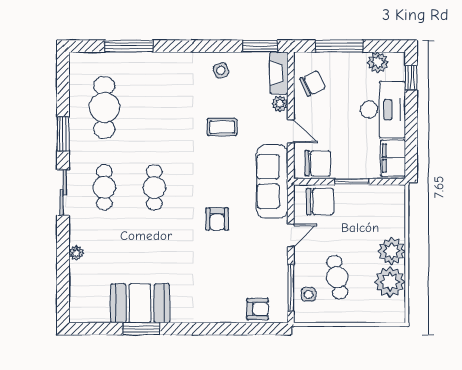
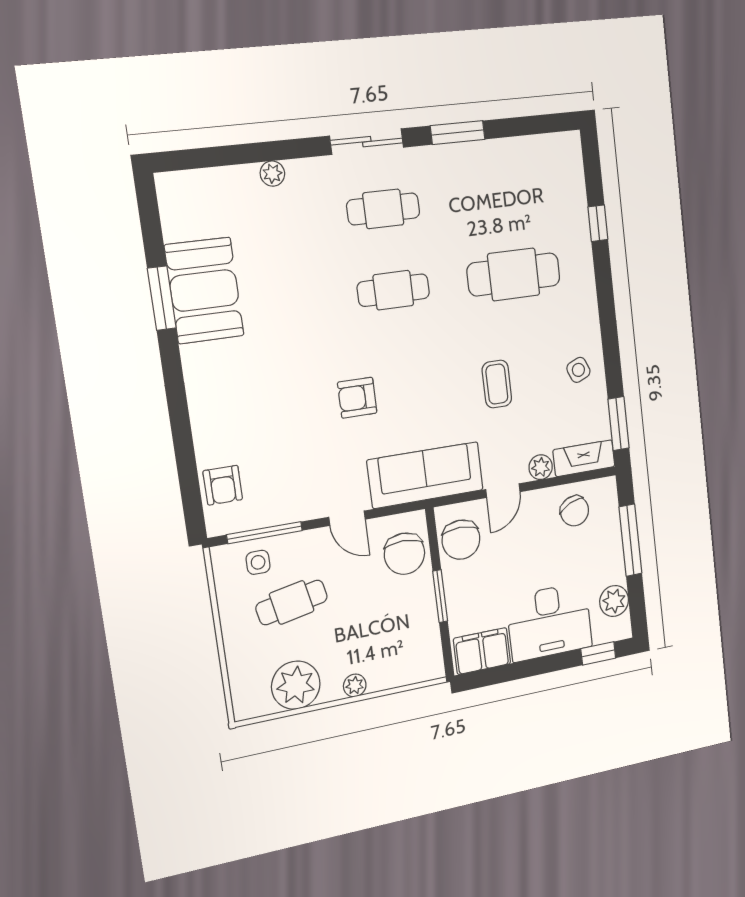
window: (129, 46) -> (598, 223), width x0.46
cafe table: (104, 107) -> (514, 274), moved
plant: (392, 251) -> (355, 685), width x0.53, depth x0.53

